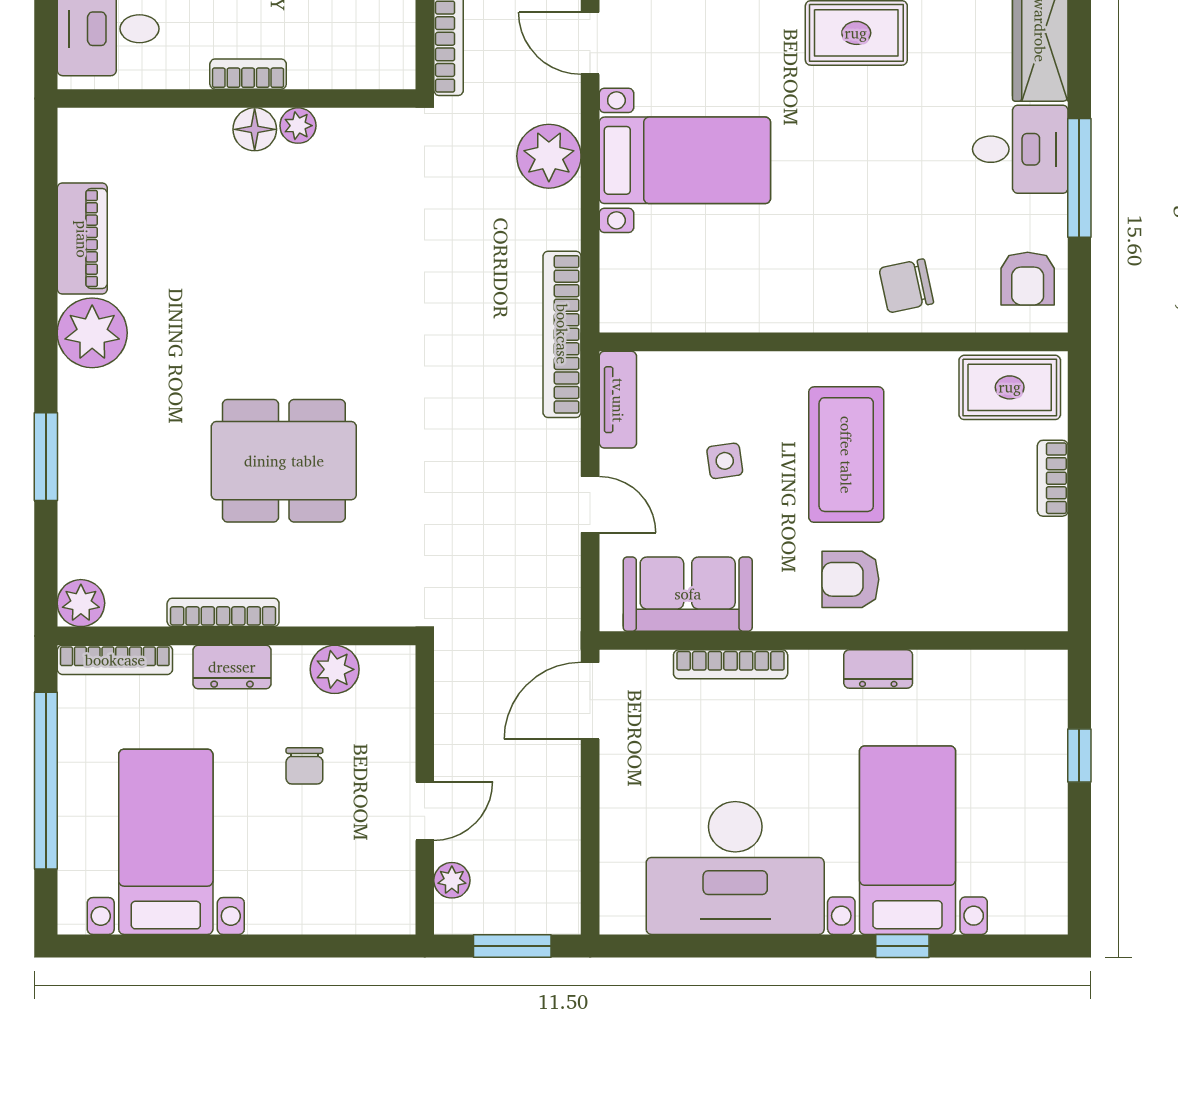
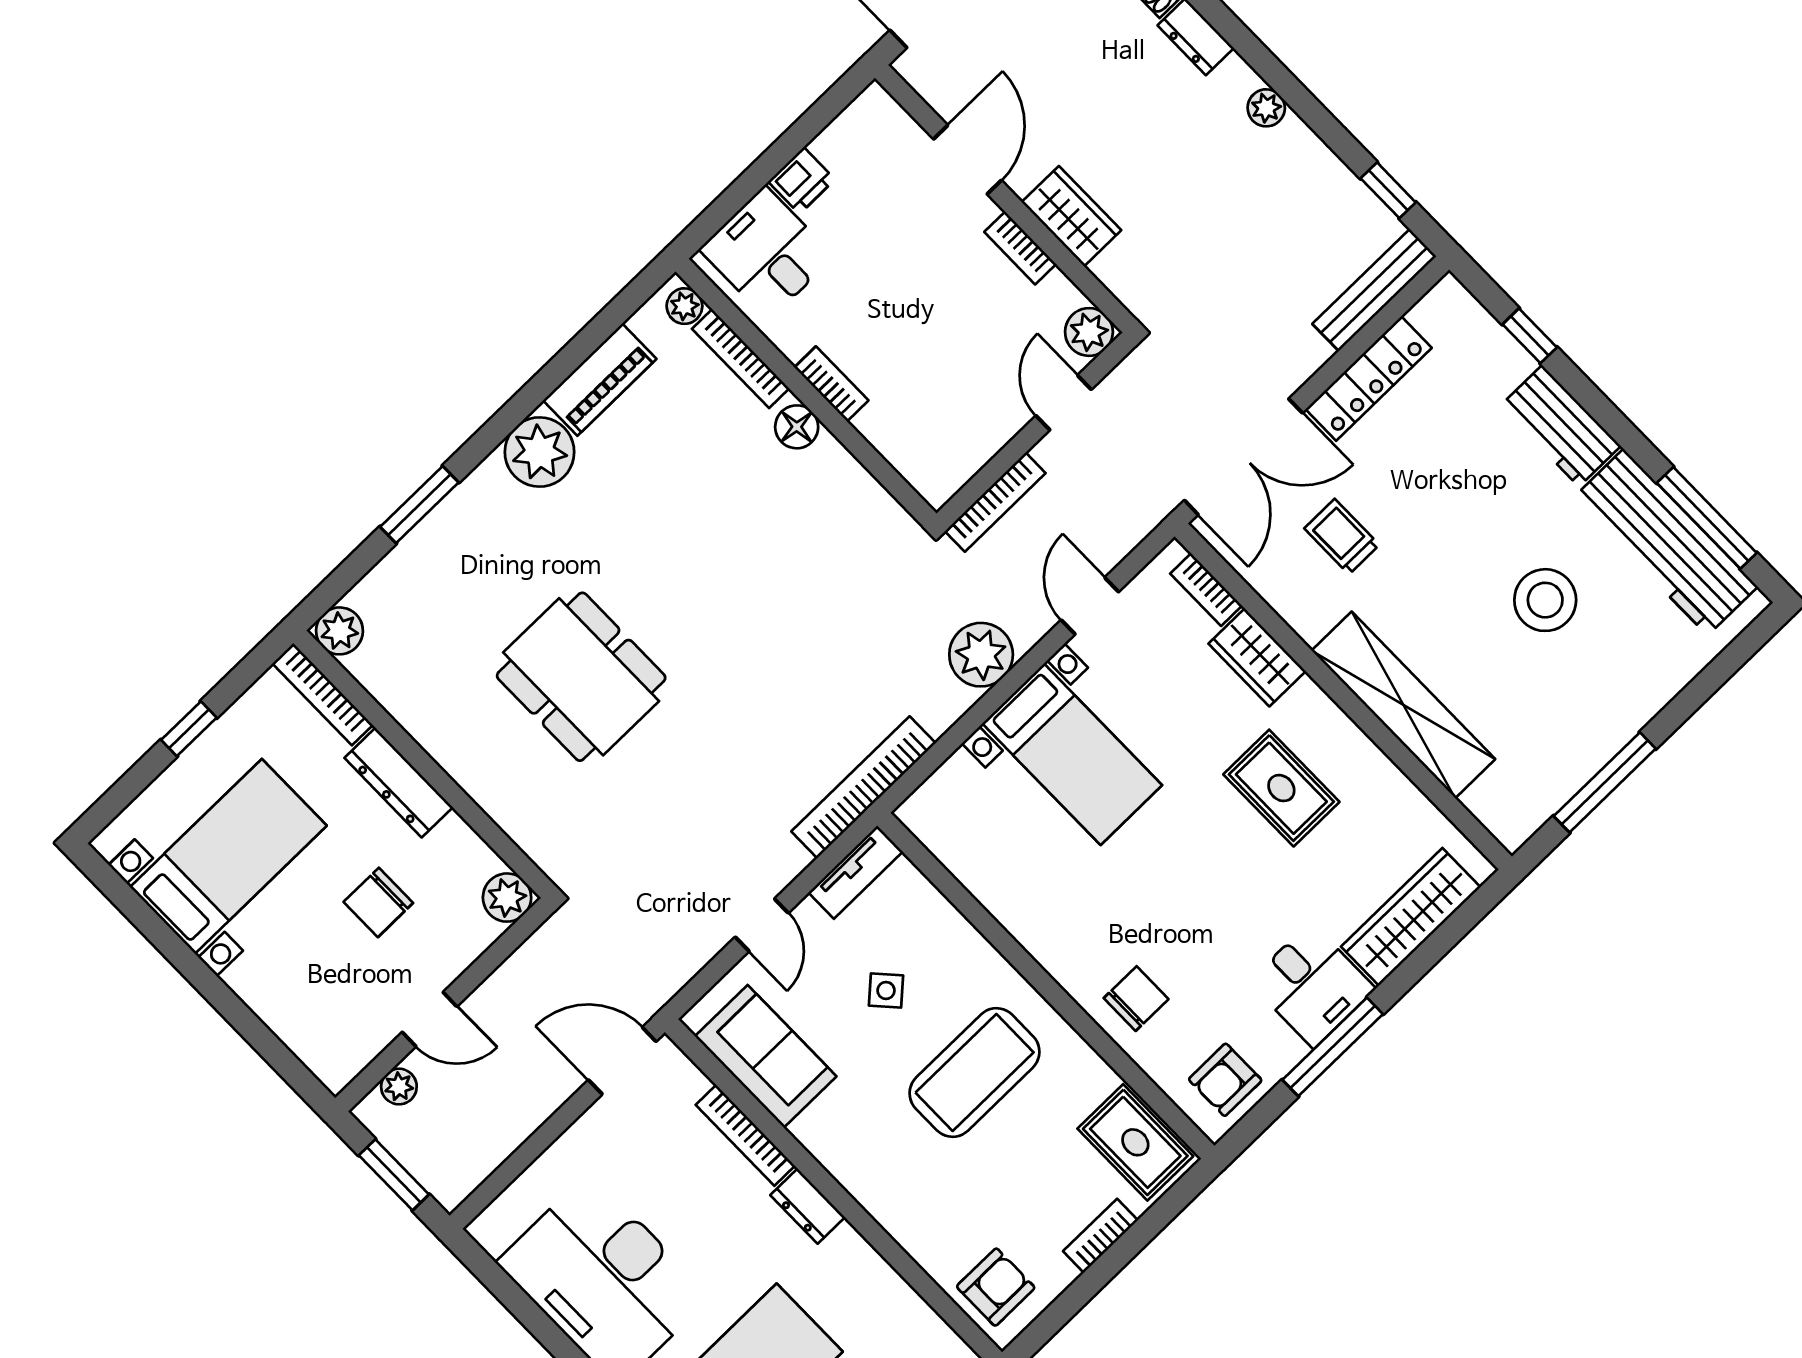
plant: (298, 126) -> (684, 306), moved
chair: (906, 286) -> (1136, 999), turned 102
side table: (725, 461) -> (886, 990), turned -34
armchair: (850, 579) -> (996, 1287), moved, turned 90
bookcase: (223, 612) -> (741, 359), moved, turned 180
dresser: (232, 667) -> (399, 783), width x1.44
plant: (335, 669) -> (507, 898), moved
dresser: (878, 669) -> (808, 1206), moved
chair: (304, 766) -> (378, 902), width x1.37, depth x1.37
window: (46, 781) -> (189, 729), width x0.32

